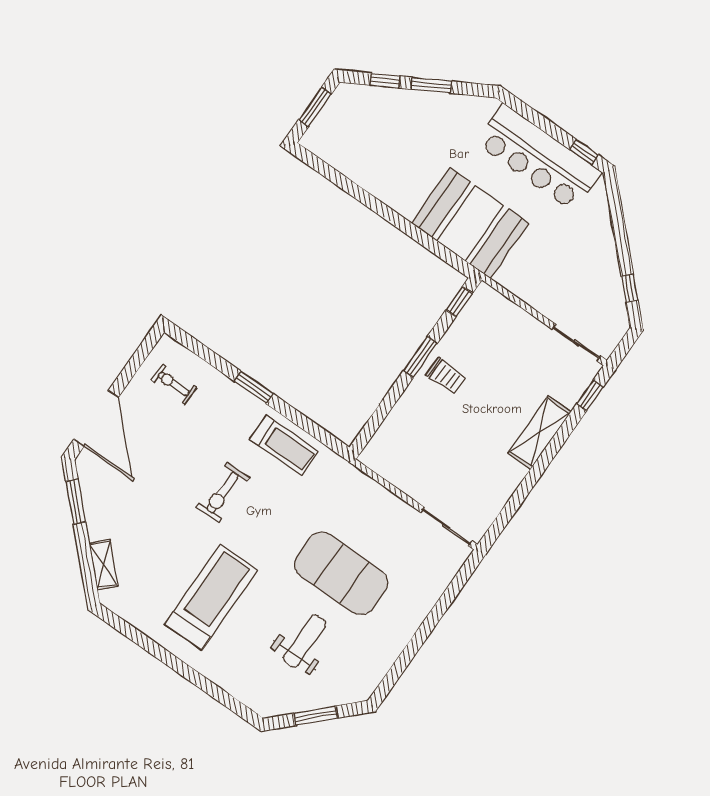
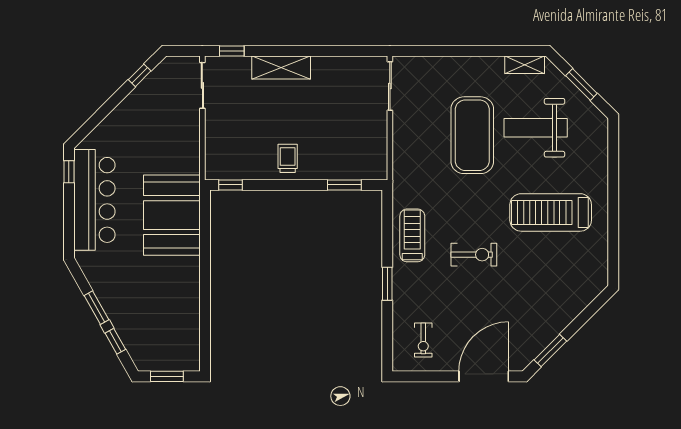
window: (420, 357) -> (344, 185), moved
shelving: (103, 565) -> (525, 65), moved, turned 45
weight bench: (305, 641) -> (536, 128), width x1.36, depth x1.33

